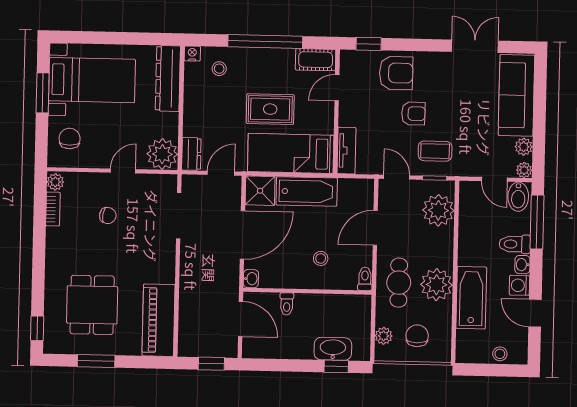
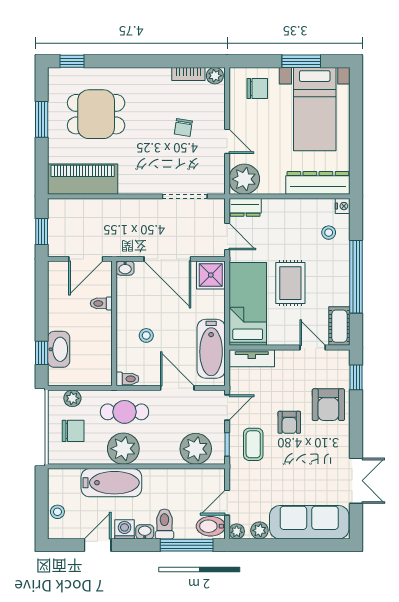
bathtub: (307, 191) -> (211, 349), moved

